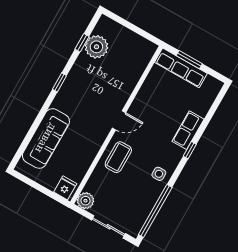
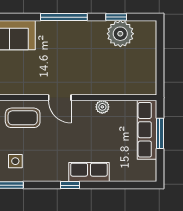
window: (59, 82) -> (64, 17), width x2.17
plant: (144, 92) -> (102, 107), added
side table: (159, 174) -> (15, 161), moved

